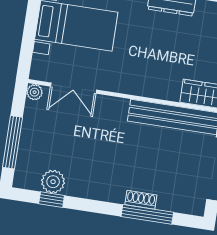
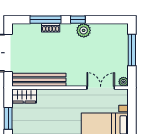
plant: (53, 182) -> (84, 30), moved
window: (52, 200) -> (78, 20), moved

